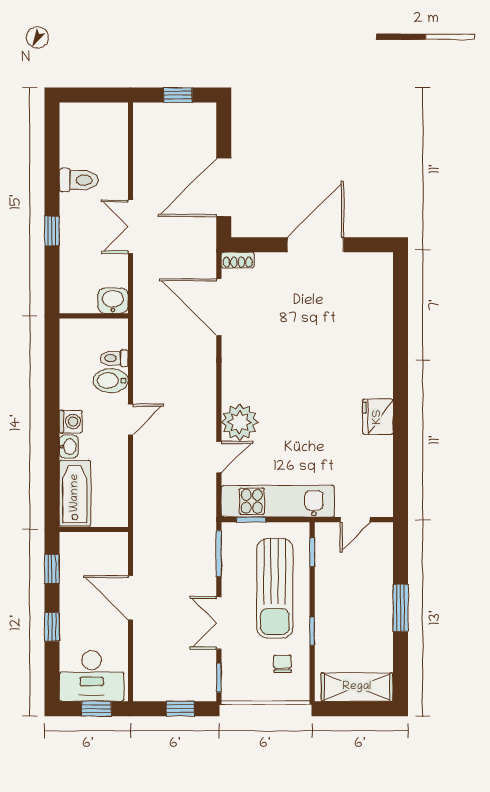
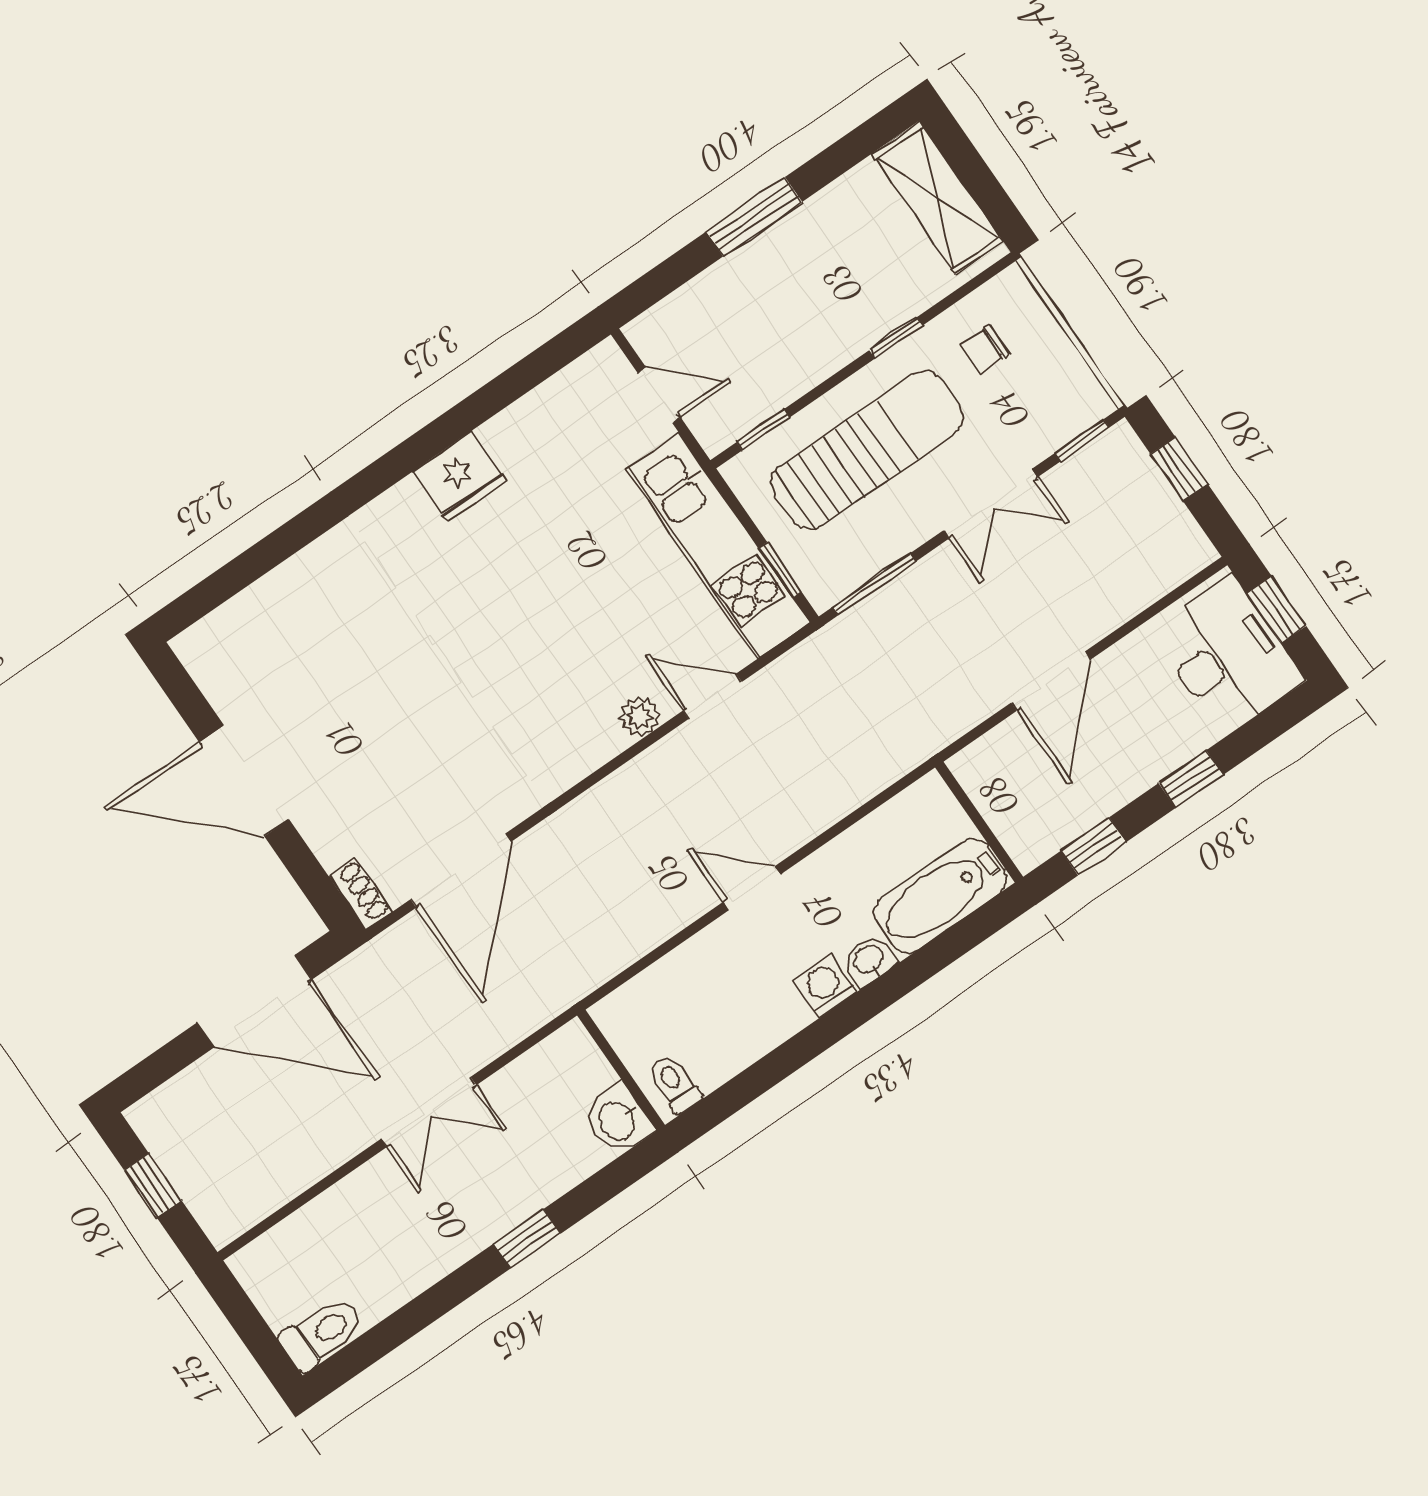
toilet: (79, 180) -> (322, 1333), moved, turned 90
washbasin: (113, 301) -> (618, 1120), moved
toilet: (114, 358) -> (675, 1084), moved, turned 180
bidet: (111, 381) -> (710, 967), removed
plant: (240, 422) -> (640, 716), width x0.53, depth x0.53

